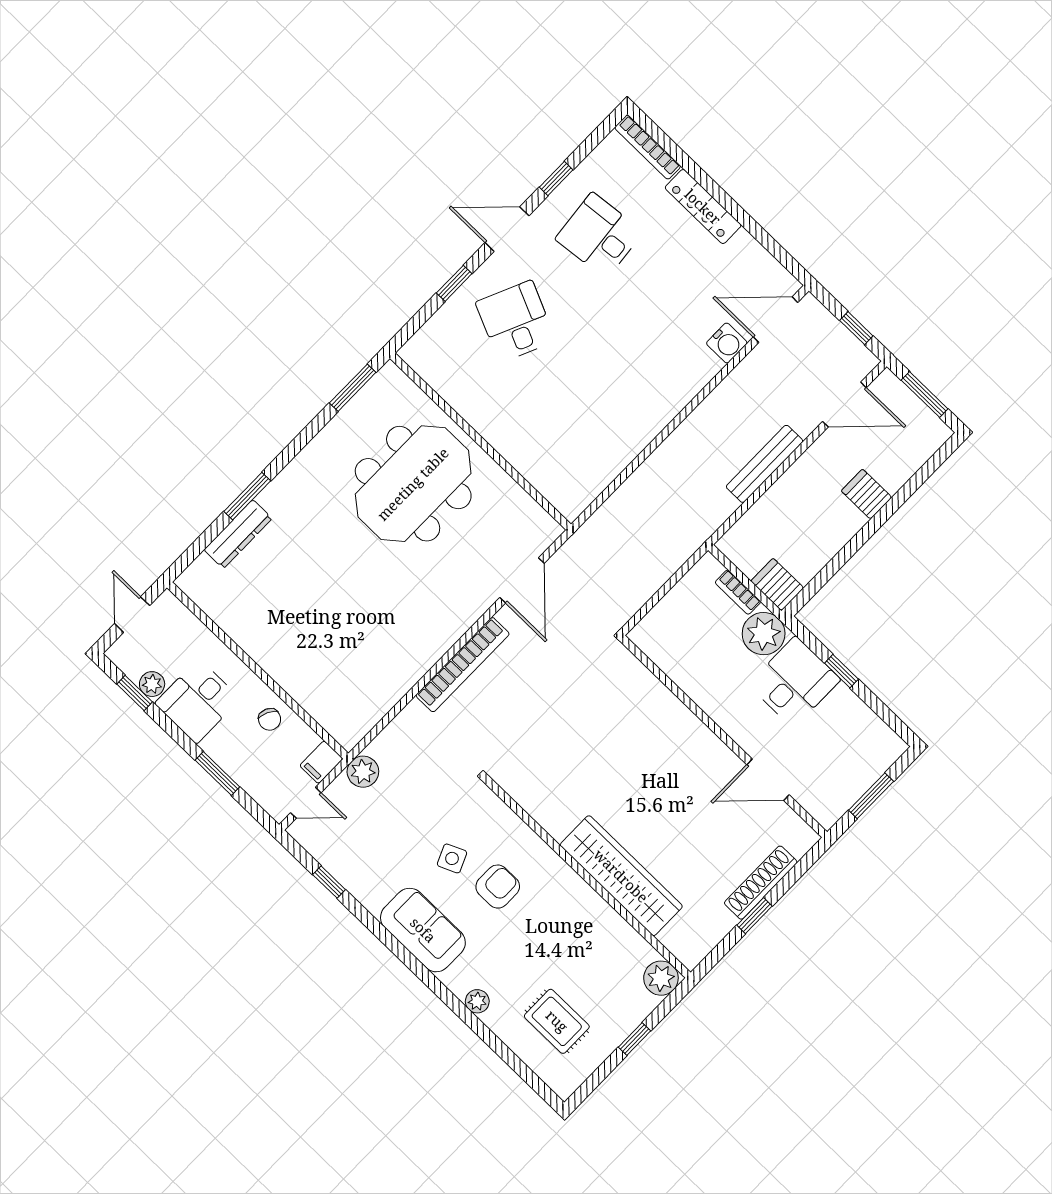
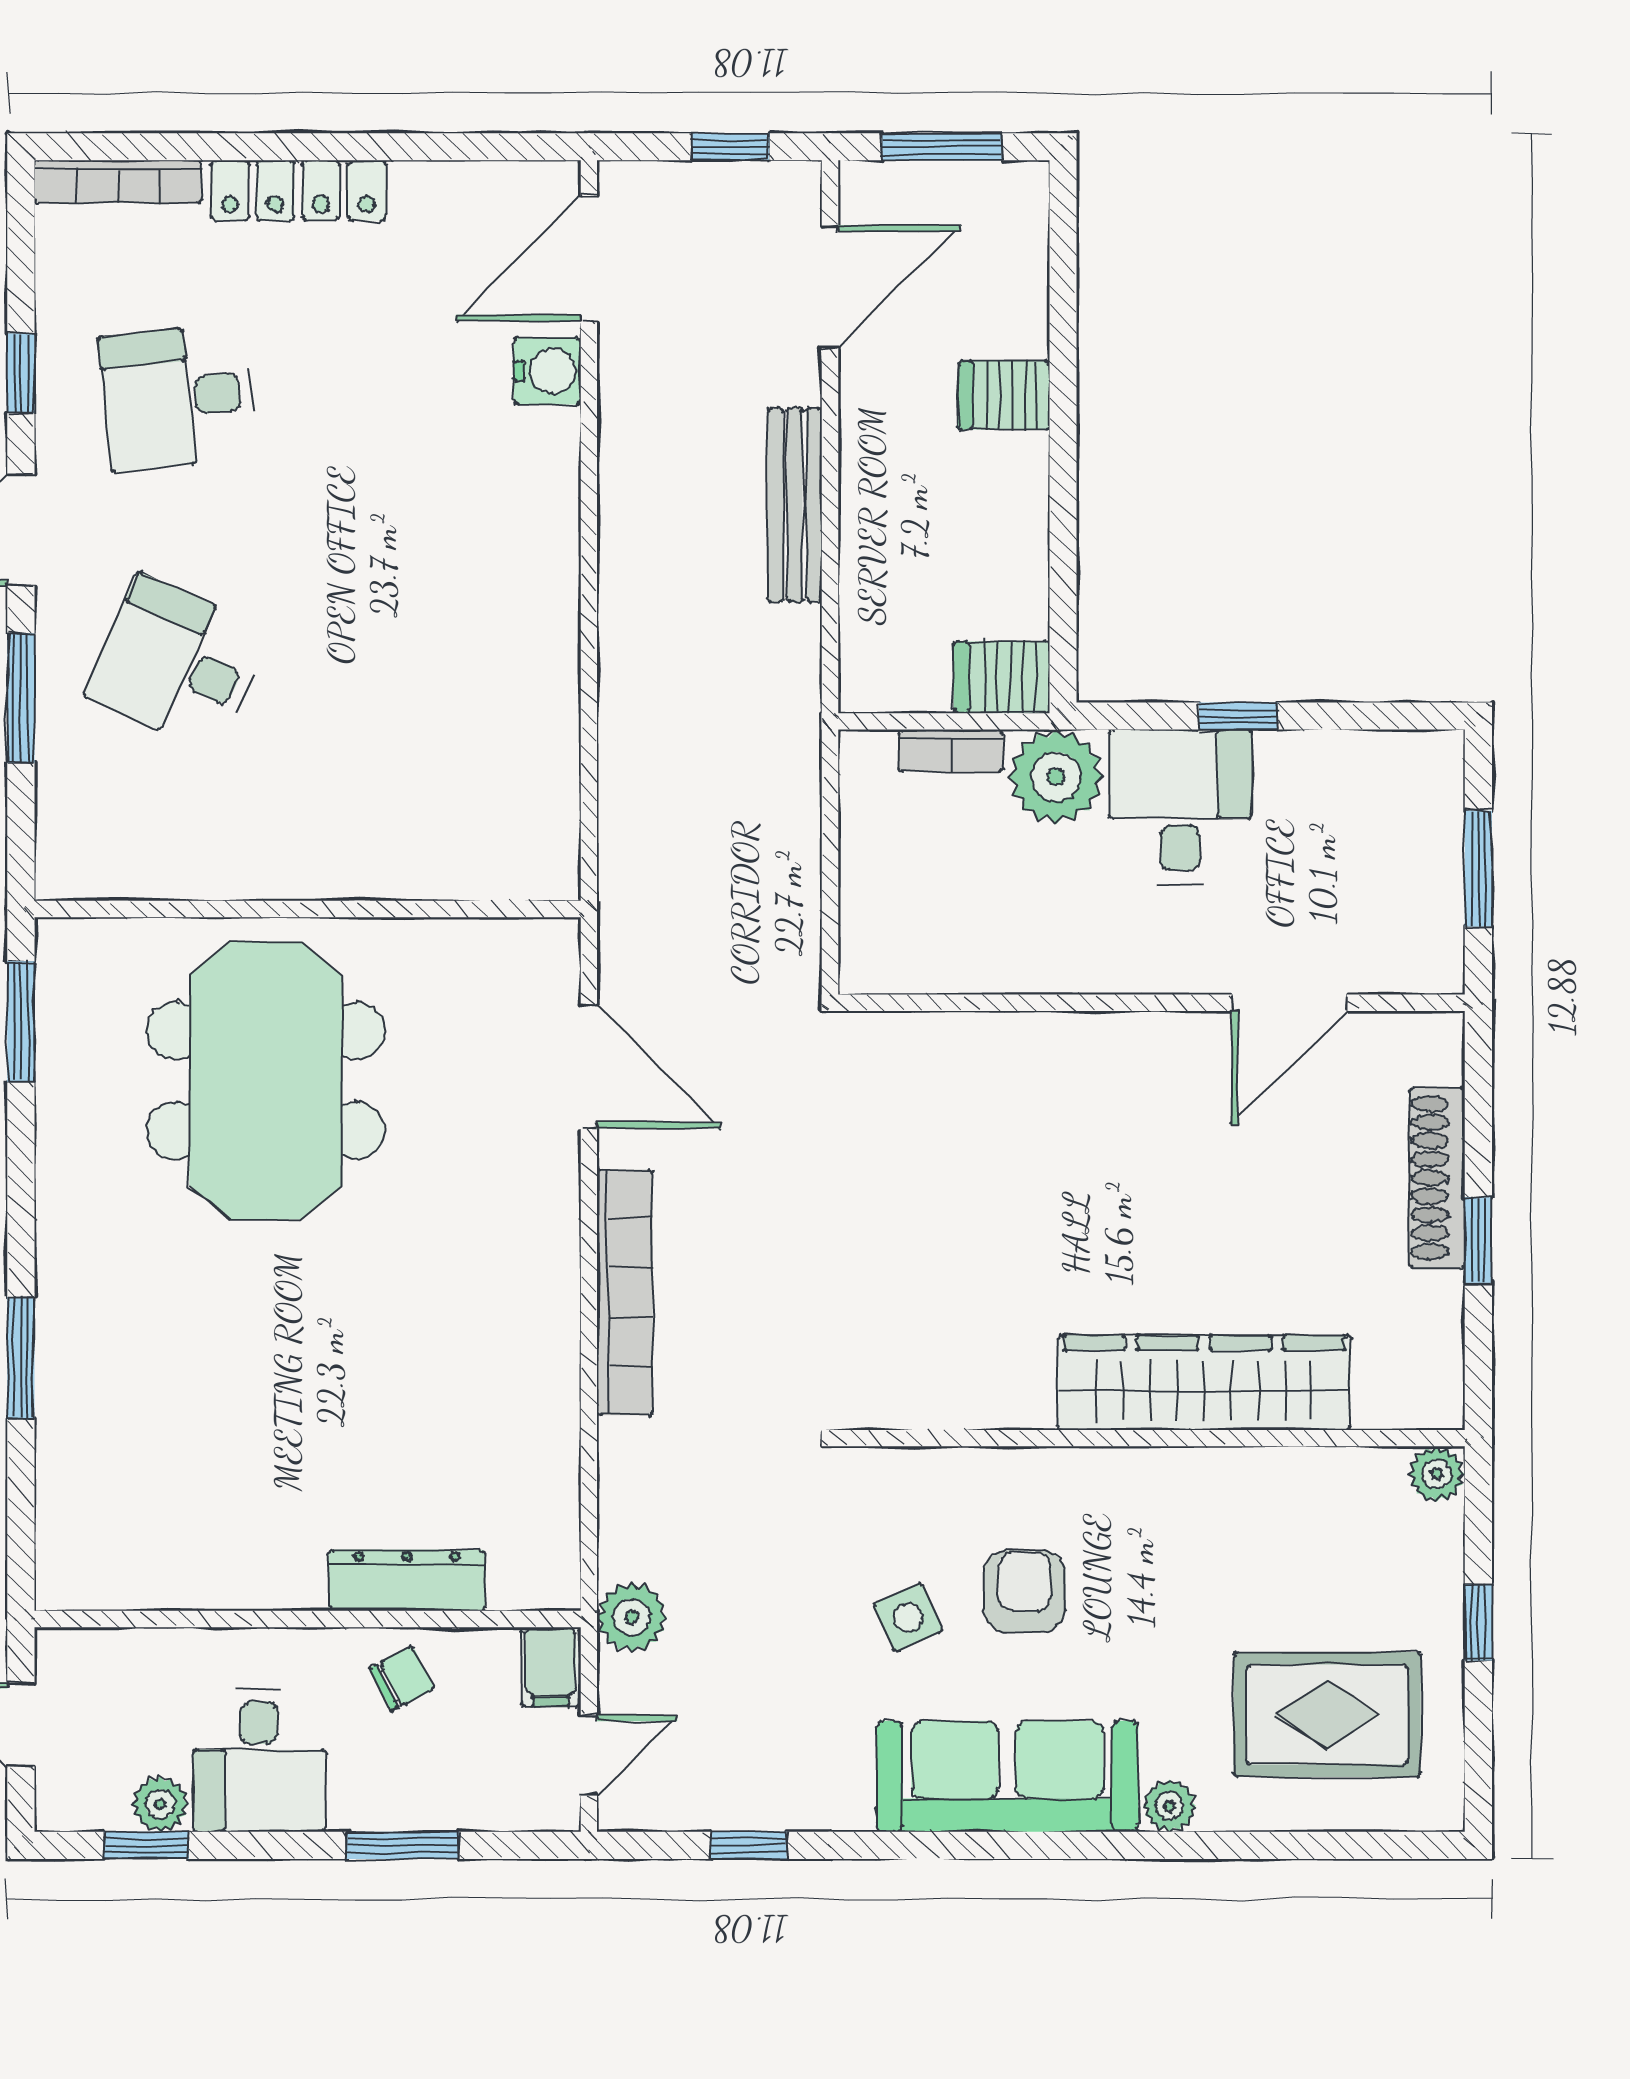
window: (454, 283) -> (21, 698), width x1.50
dresser: (238, 534) -> (407, 1580), moved, turned -90
chair: (270, 719) -> (402, 1678), turned -53
sofa: (423, 930) -> (1007, 1776), width x1.36
plant: (661, 978) -> (1437, 1474), width x0.73, depth x0.73
rug: (557, 1021) -> (1327, 1715), width x1.36, depth x1.43

